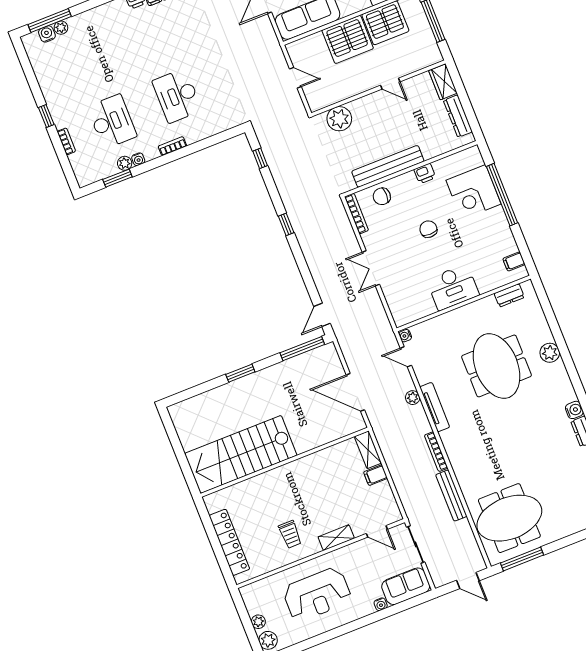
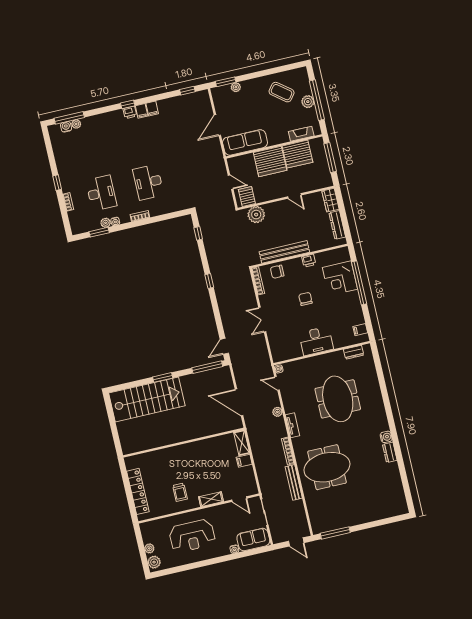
server rack: (322, 95) -> (247, 197), added
plant: (550, 353) -> (375, 395), removed
tv unit: (435, 407) -> (293, 425), width x0.71
stairs: (241, 454) -> (147, 399), moved, turned 180
meeting table: (509, 518) -> (327, 467), moved

